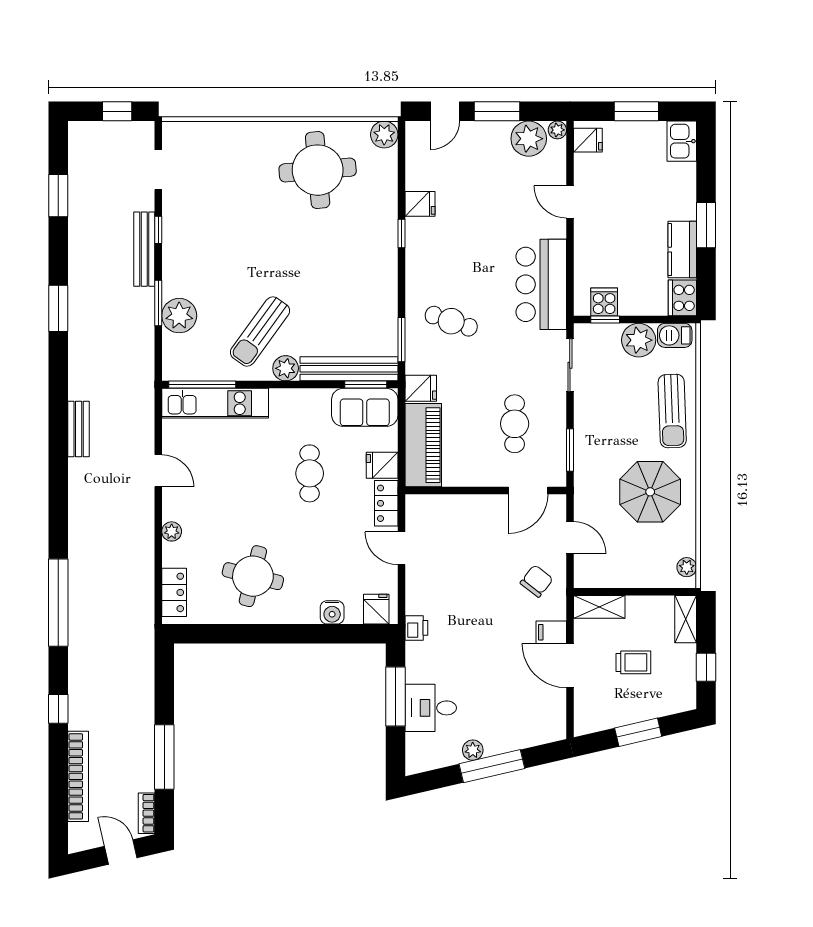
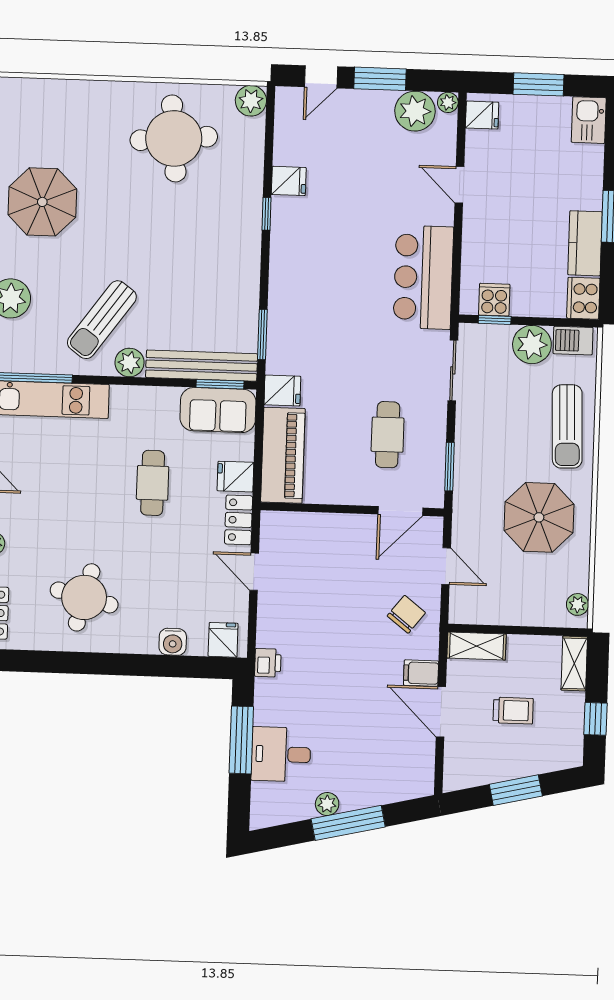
parasol: (204, 230) -> (42, 202), added
cafe table: (451, 321) -> (320, 316), removed

